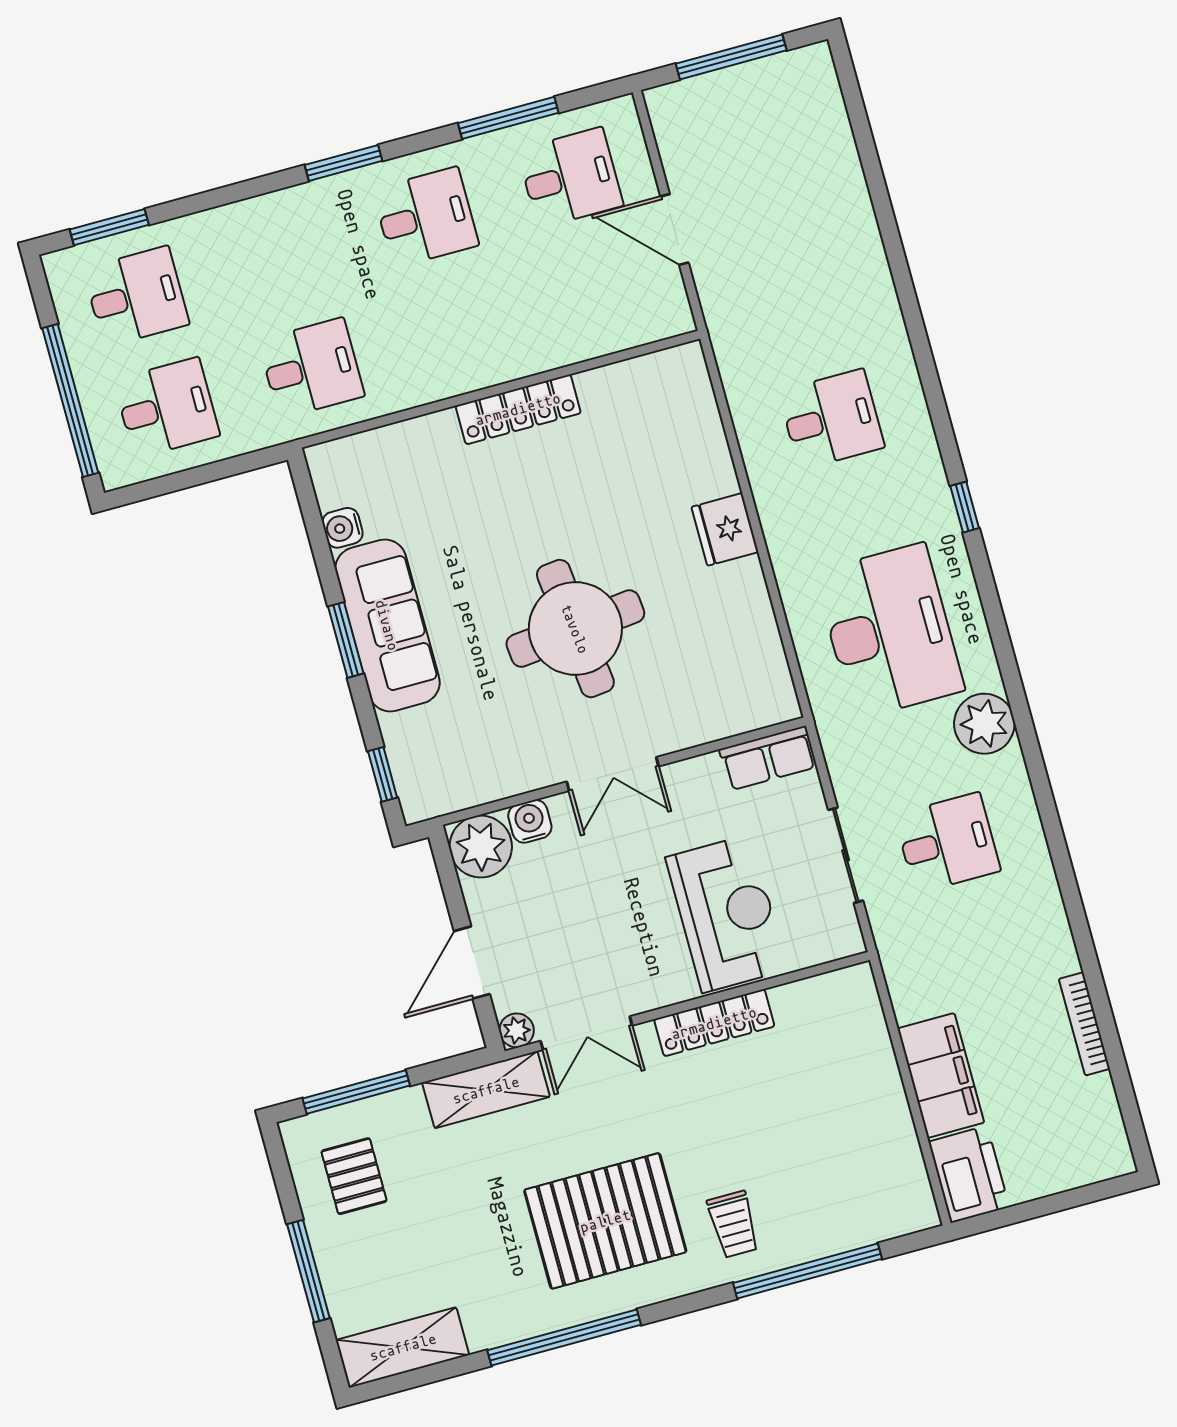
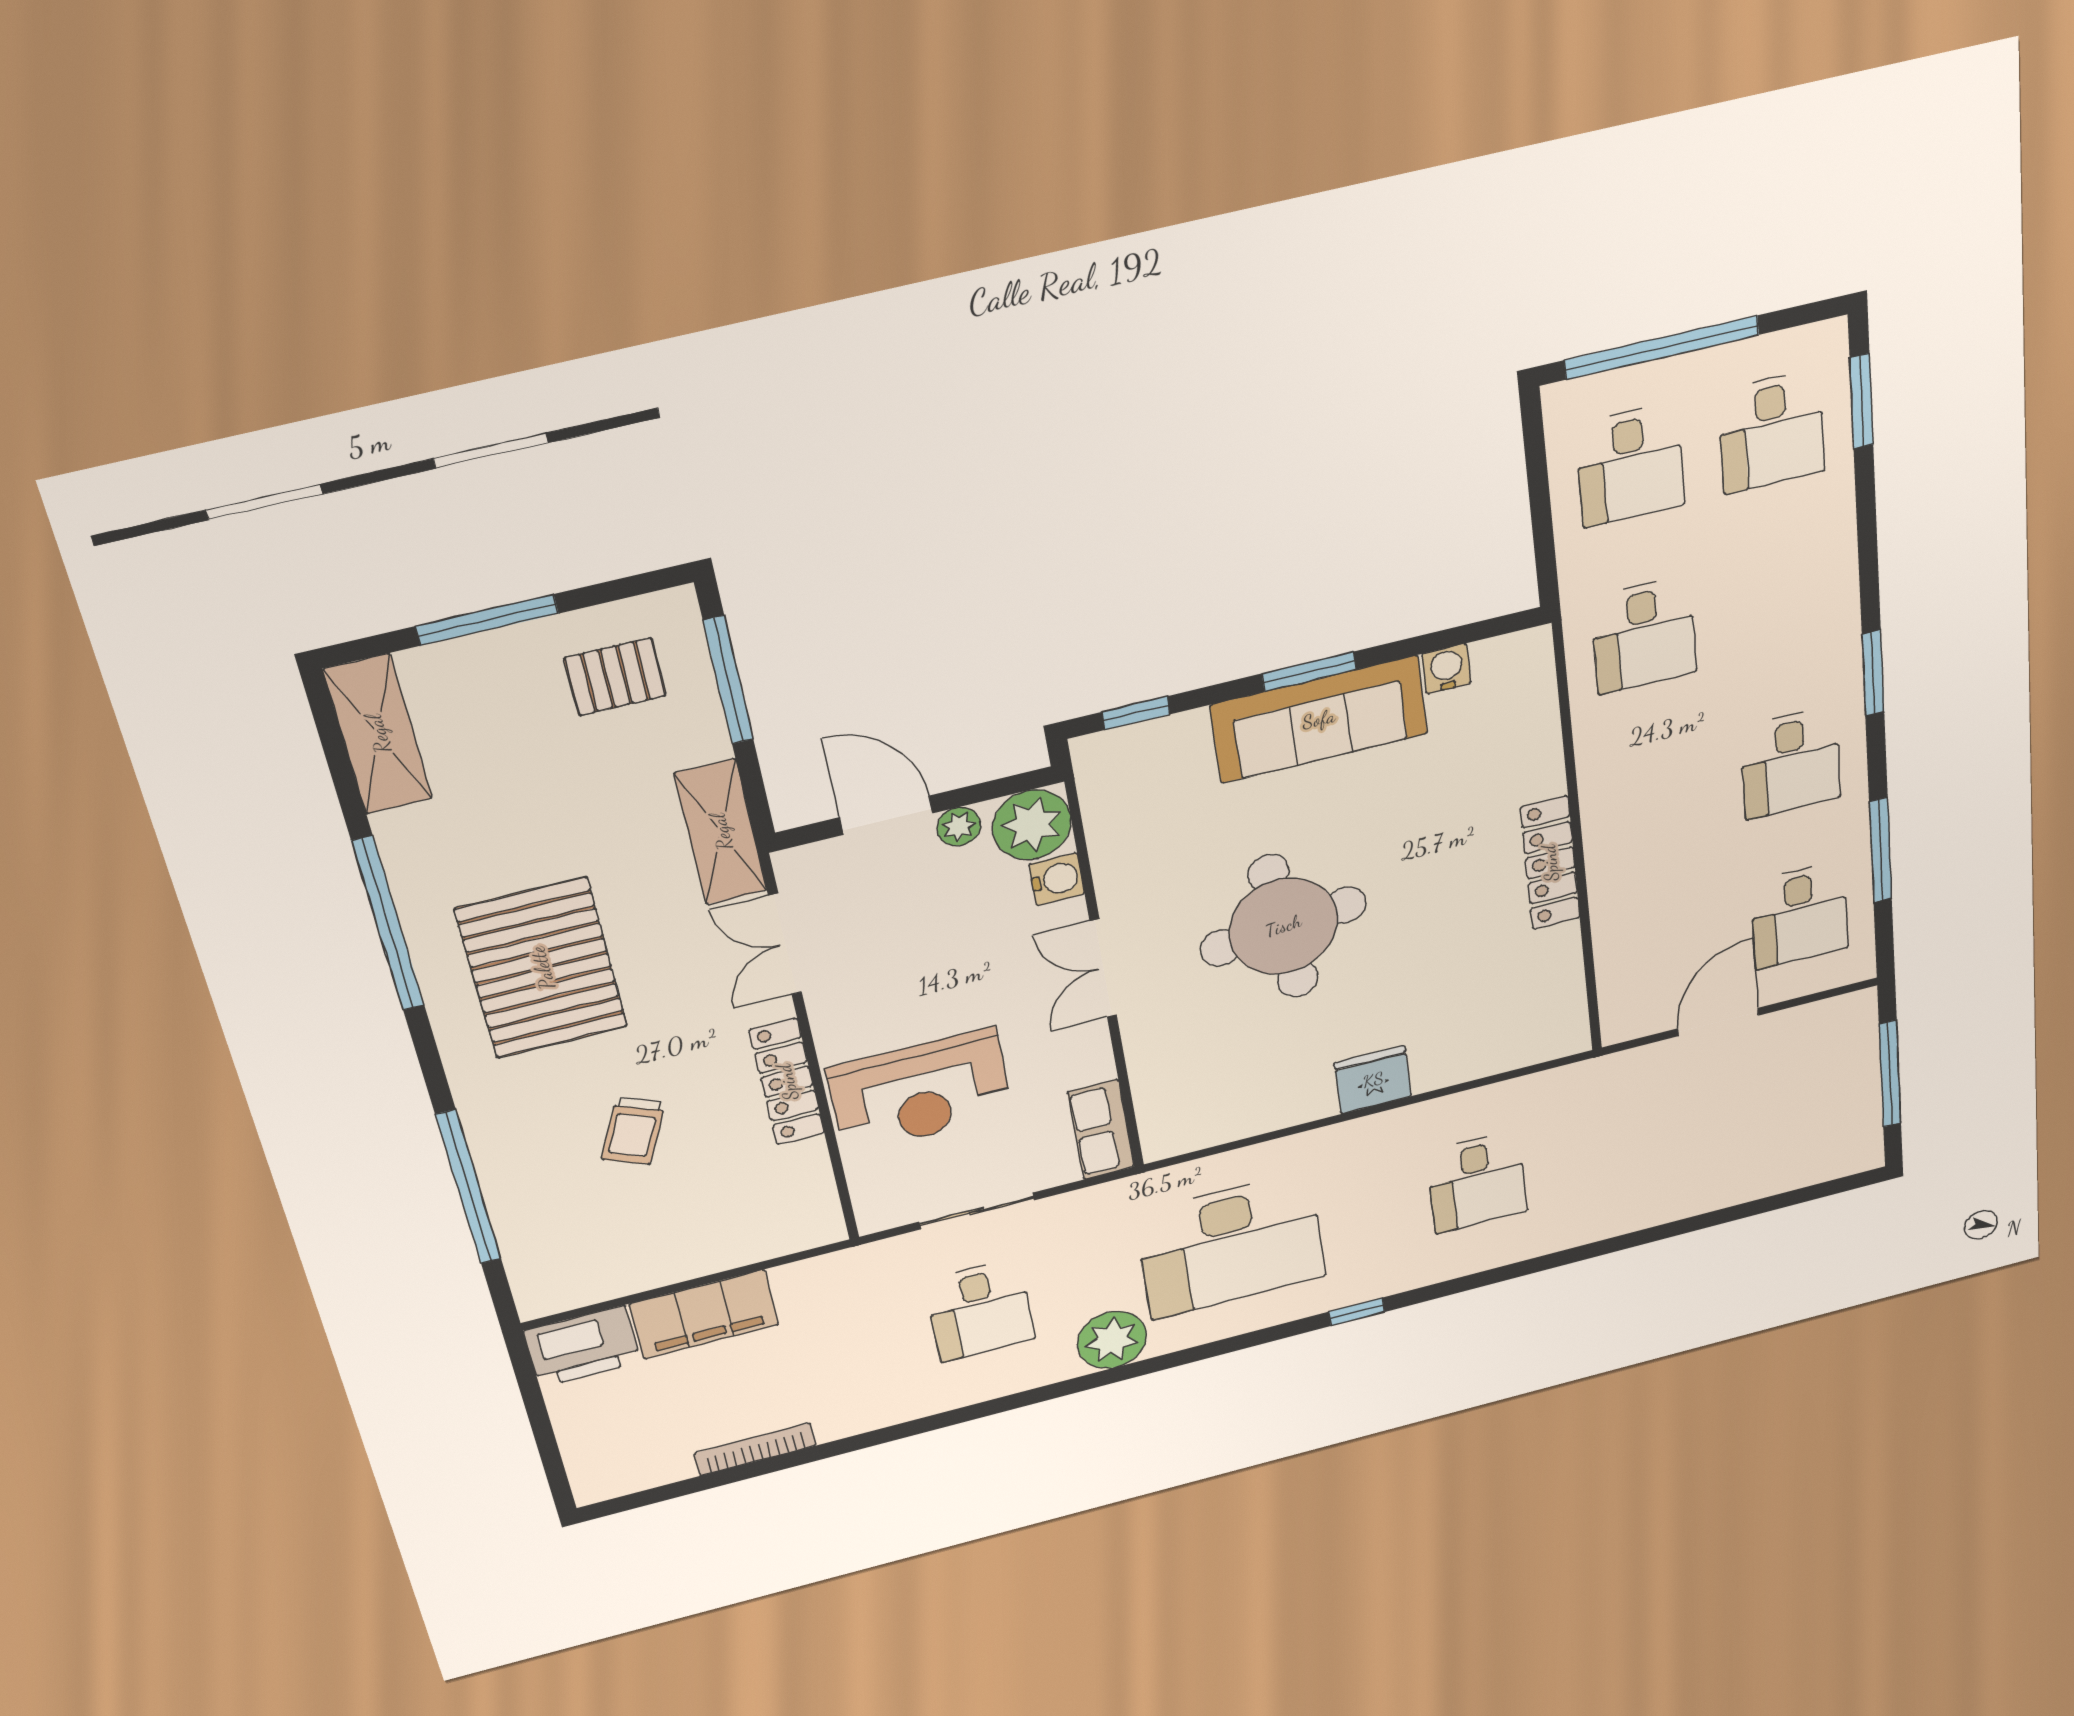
plant: (517, 1030) -> (959, 827), moved
trolley: (733, 1224) -> (633, 1131), moved, turned -66

